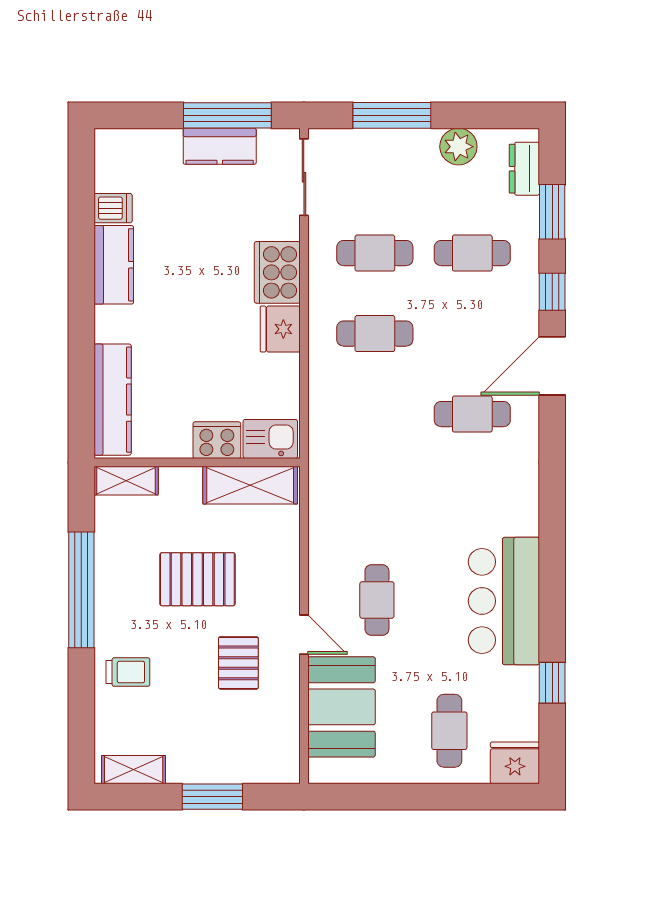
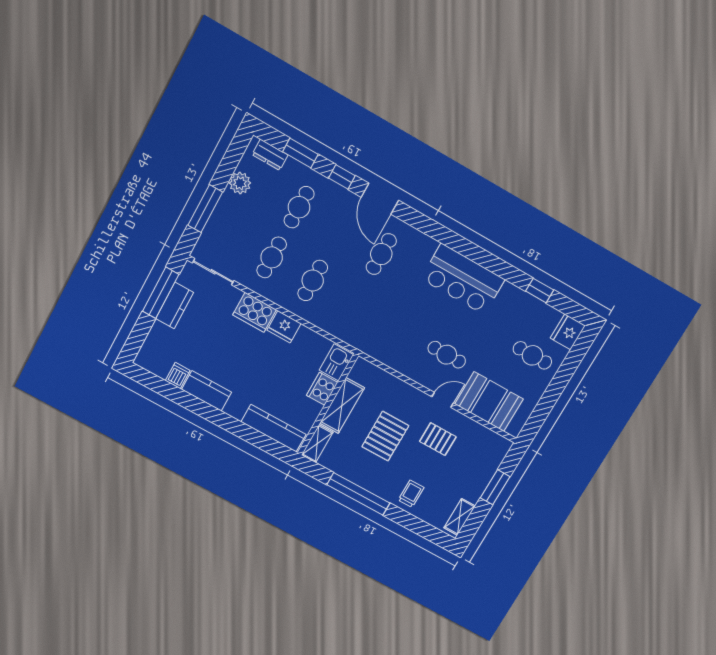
shelving: (250, 485) -> (342, 406), moved
bar counter: (504, 601) -> (463, 279), moved

